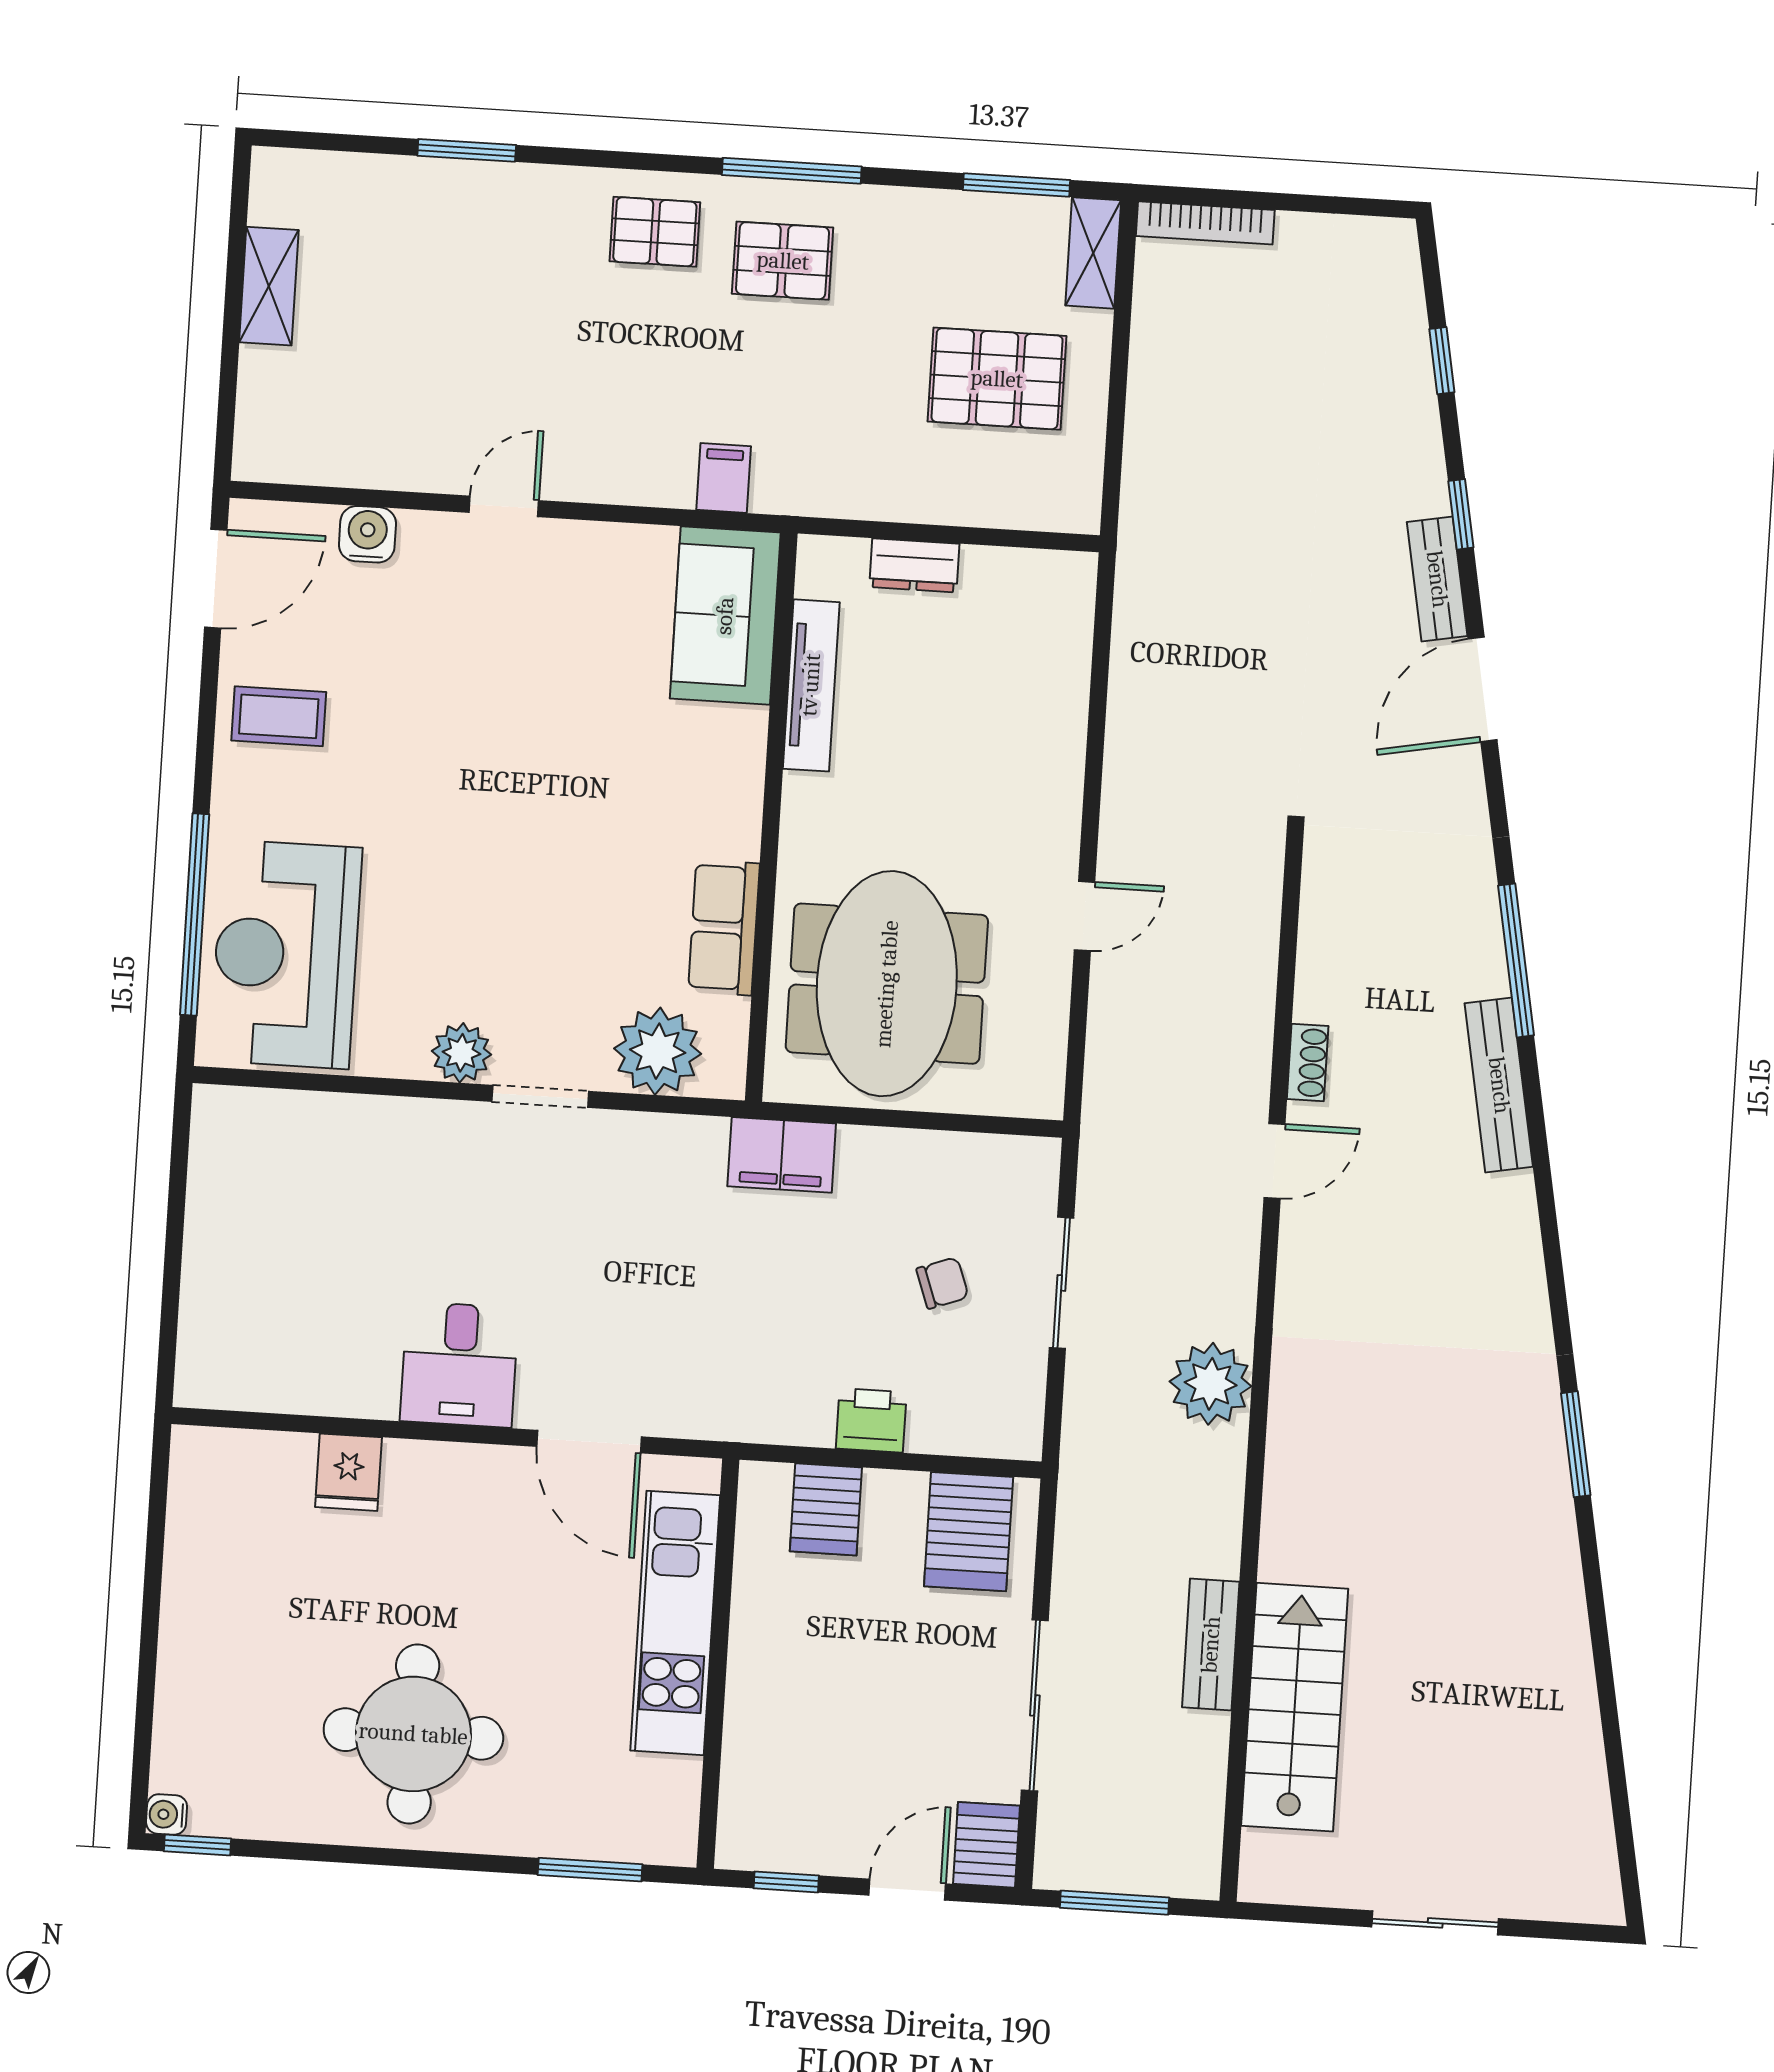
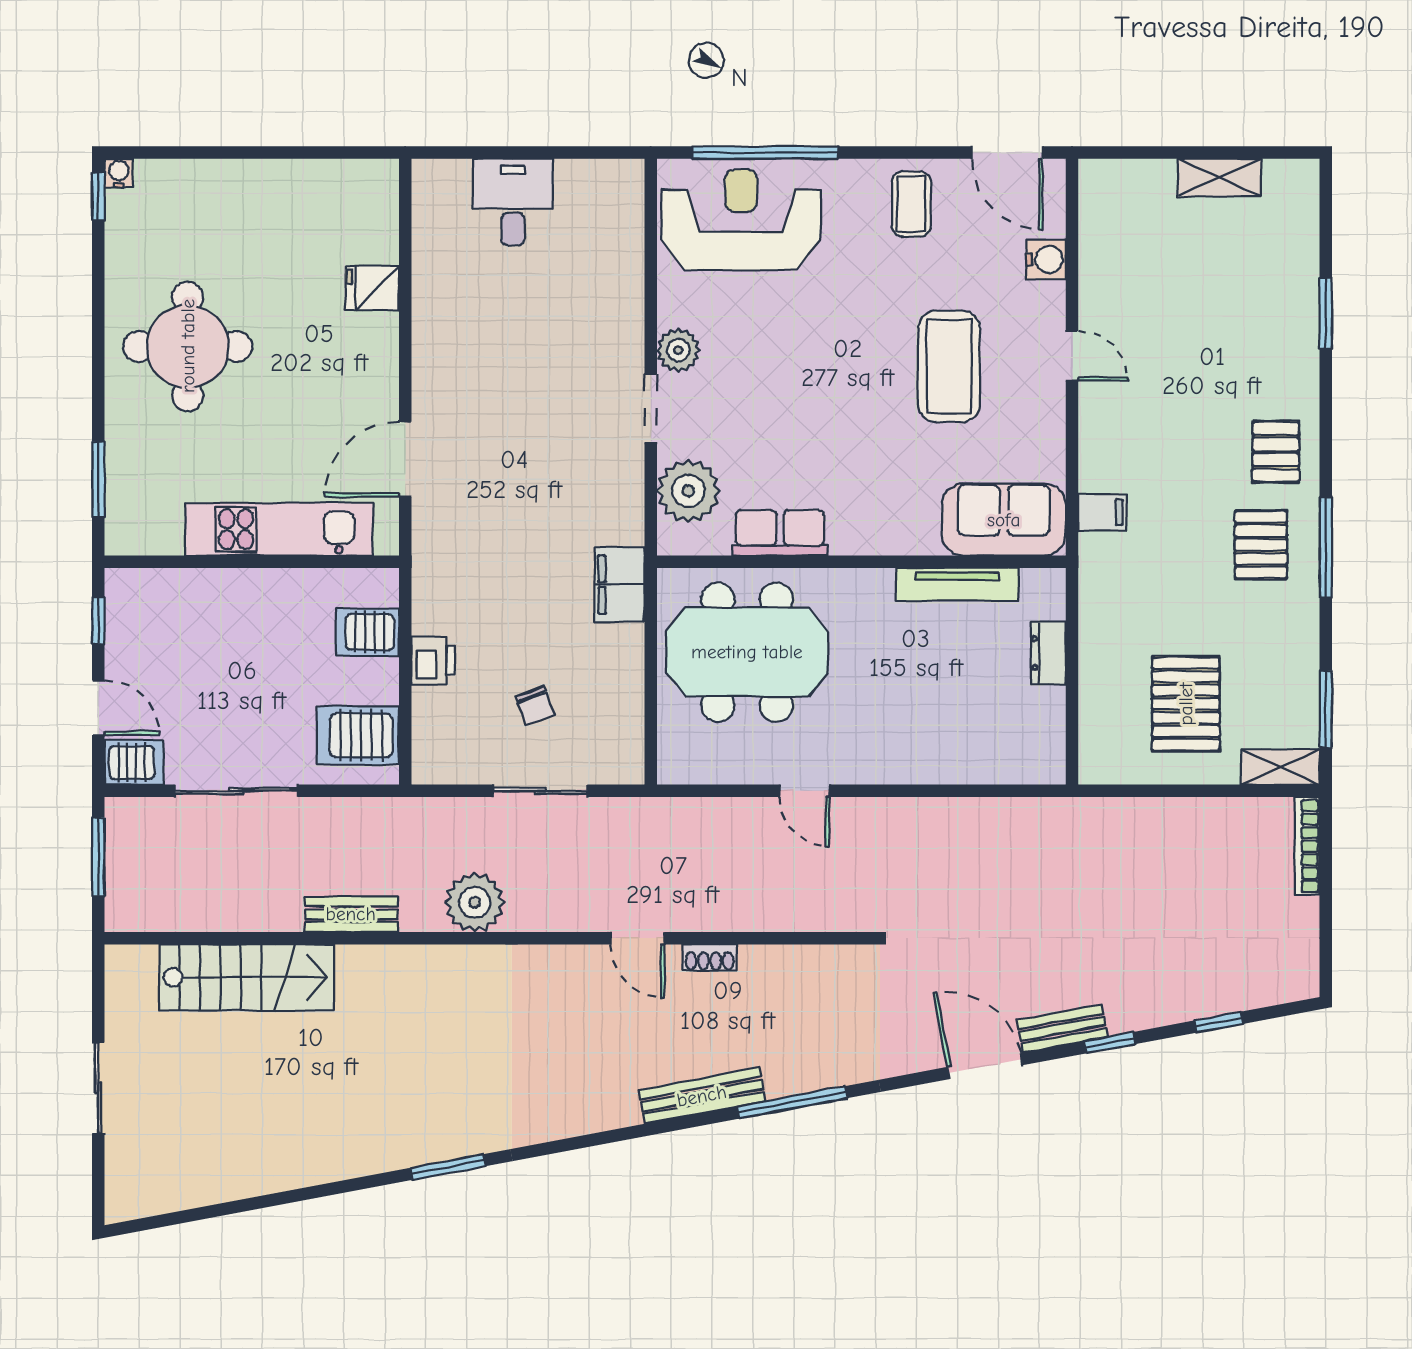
coffee table: (507, 678) -> (949, 366), added
desk: (459, 1365) -> (513, 202), moved, turned 90
bench: (1211, 1645) -> (351, 914), moved

